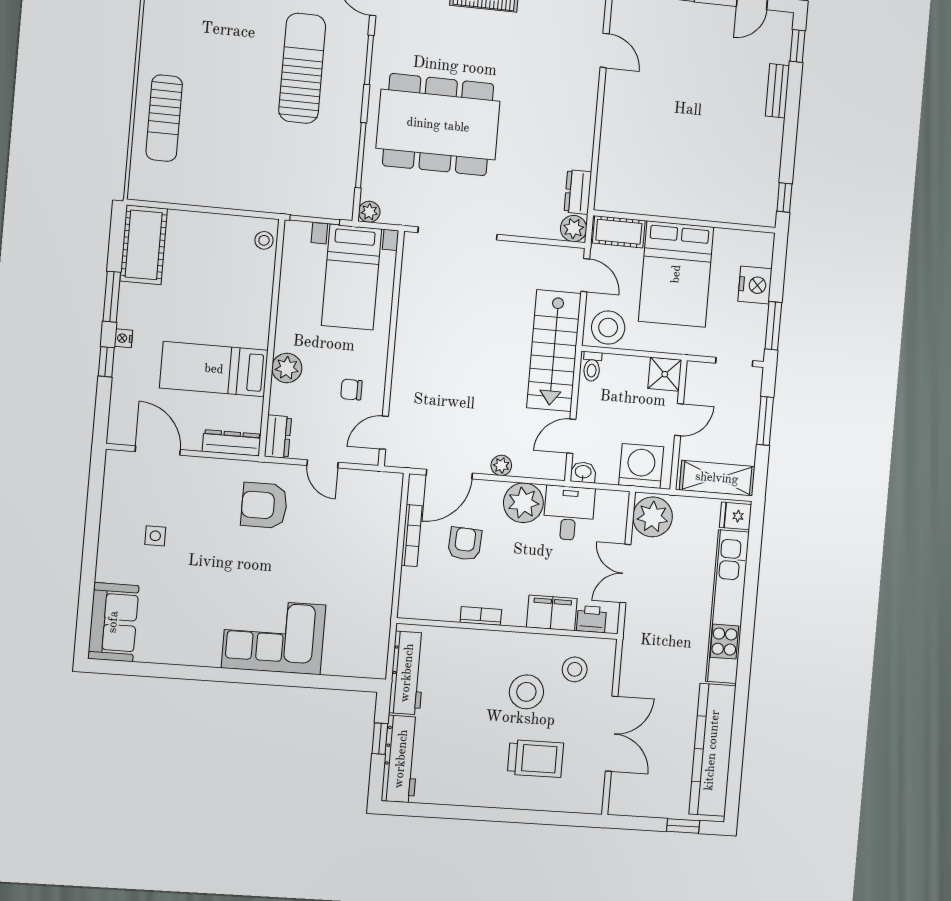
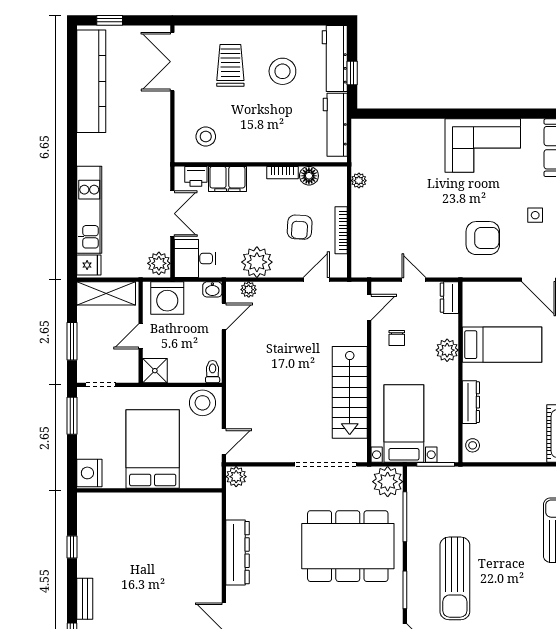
dresser: (578, 192) -> (238, 553), moved, width x1.96, depth x1.24
window: (784, 198) -> (72, 547), moved
plant: (369, 212) -> (388, 482), width x1.87, depth x1.87
cot: (619, 232) -> (201, 477), removed
door: (585, 275) -> (224, 442), swing flipped
nightstand: (755, 285) -> (89, 473), moved
stairs: (554, 351) -> (350, 392), moved, turned 180
chair: (351, 390) -> (397, 338), turned 90
dresser: (232, 443) -> (471, 402), moved, turned -90
plant: (501, 465) -> (249, 290), moved
door: (449, 474) -> (316, 280), width x0.73
armchair: (264, 505) -> (483, 238), moved
desk: (569, 513) -> (195, 259), moved, turned 90
plant: (653, 517) -> (159, 263), width x0.73, depth x0.73
plant: (383, 598) -> (359, 181), added
kitchen unit: (727, 607) -> (89, 210), width x0.73
floor lamp: (447, 609) -> (309, 176), added
corner sofa: (274, 636) -> (483, 146), moved
stool: (526, 692) -> (282, 71), moved
double door: (612, 734) -> (172, 62), moved
trolley: (536, 759) -> (230, 65), turned 90

